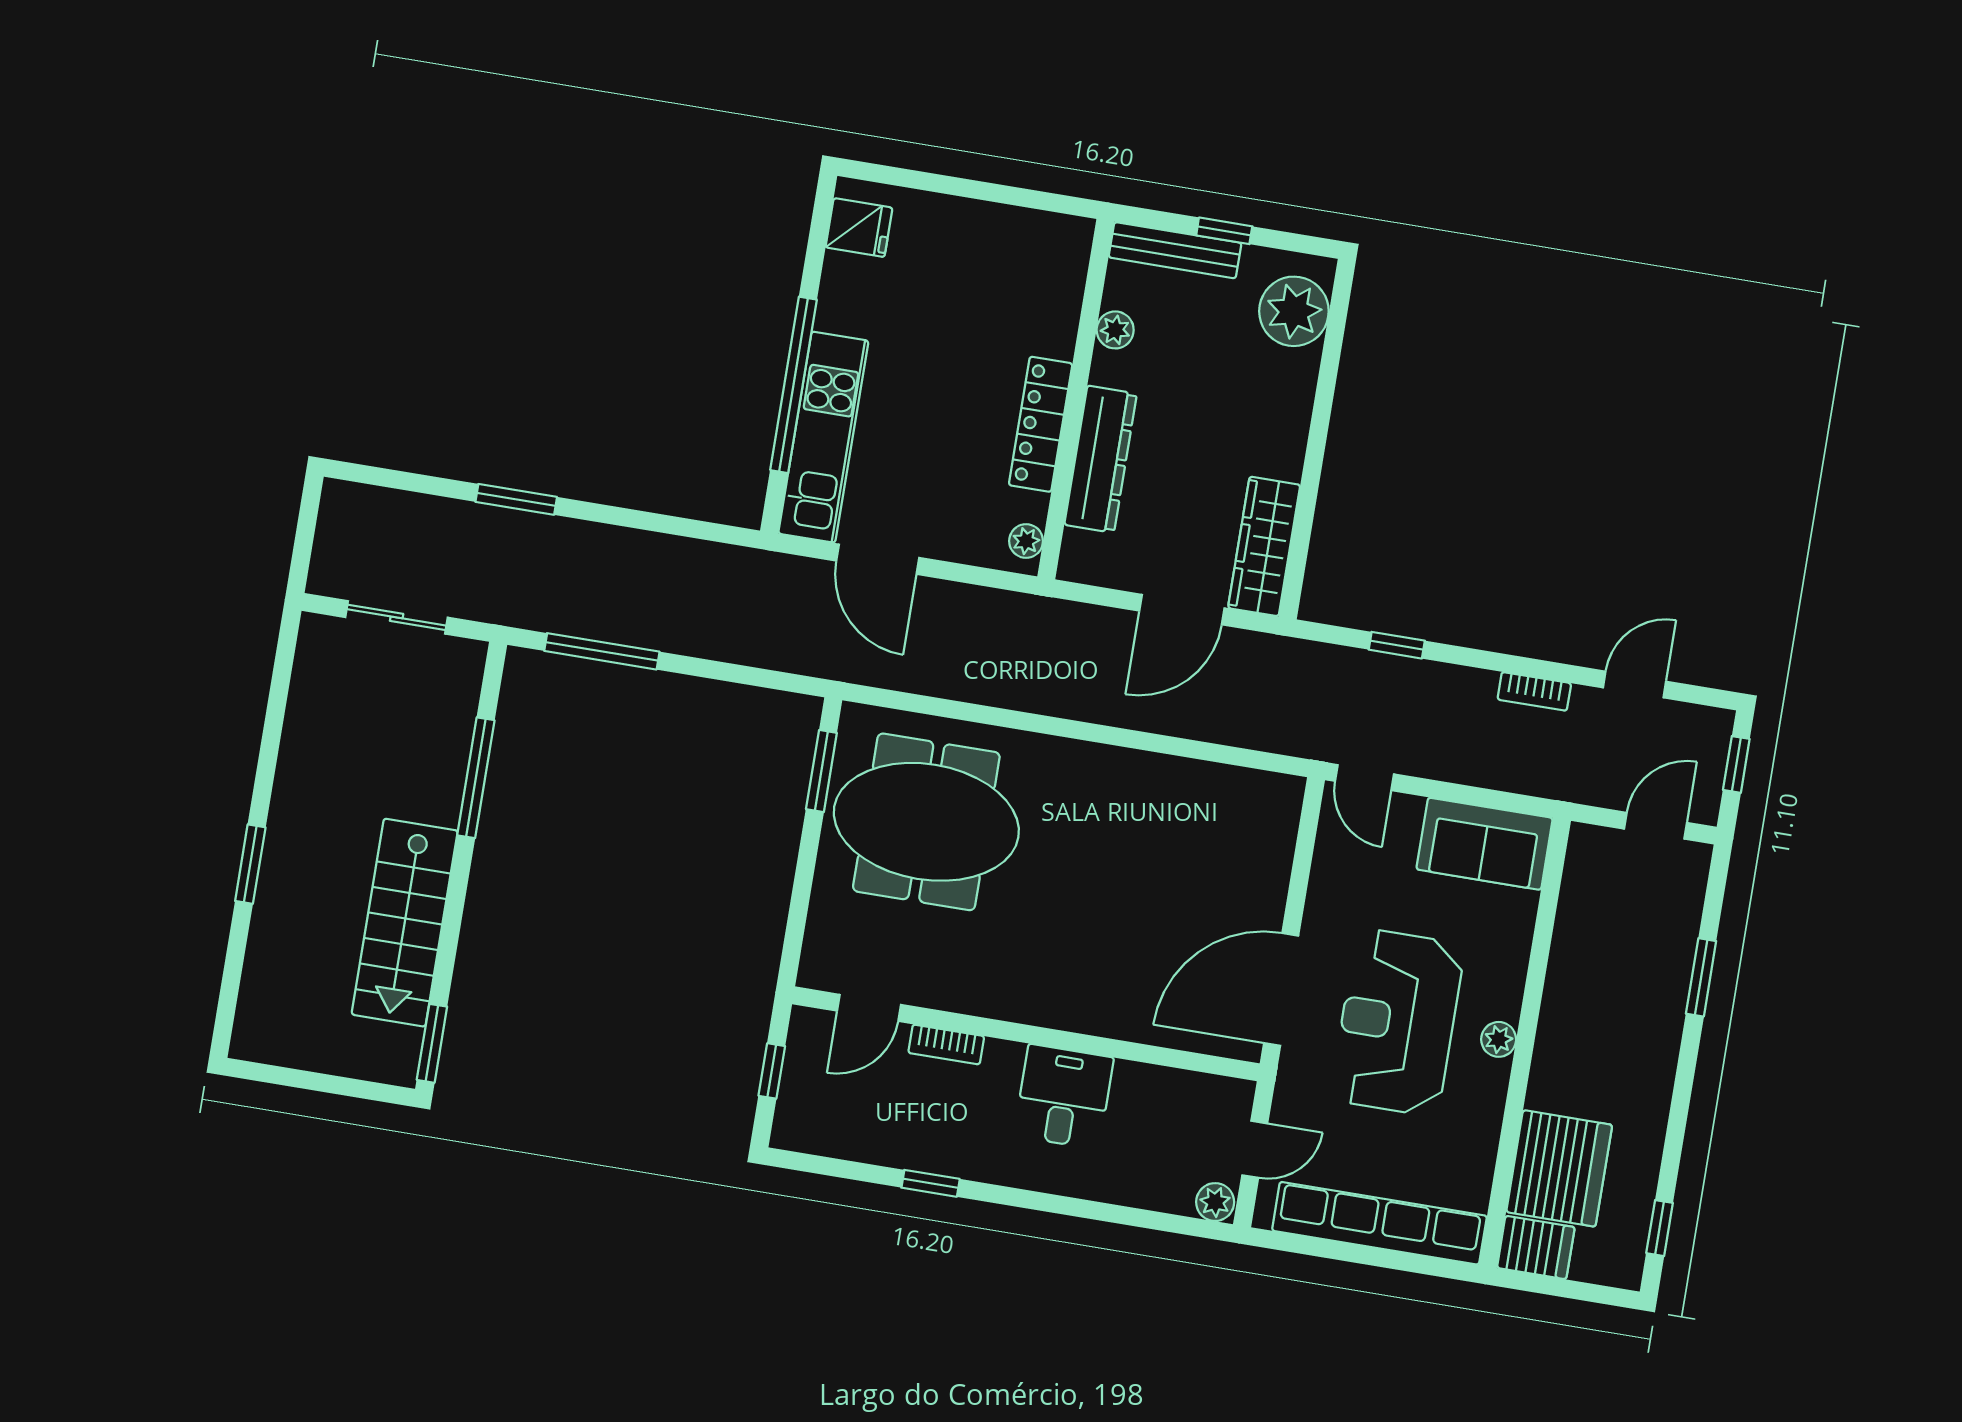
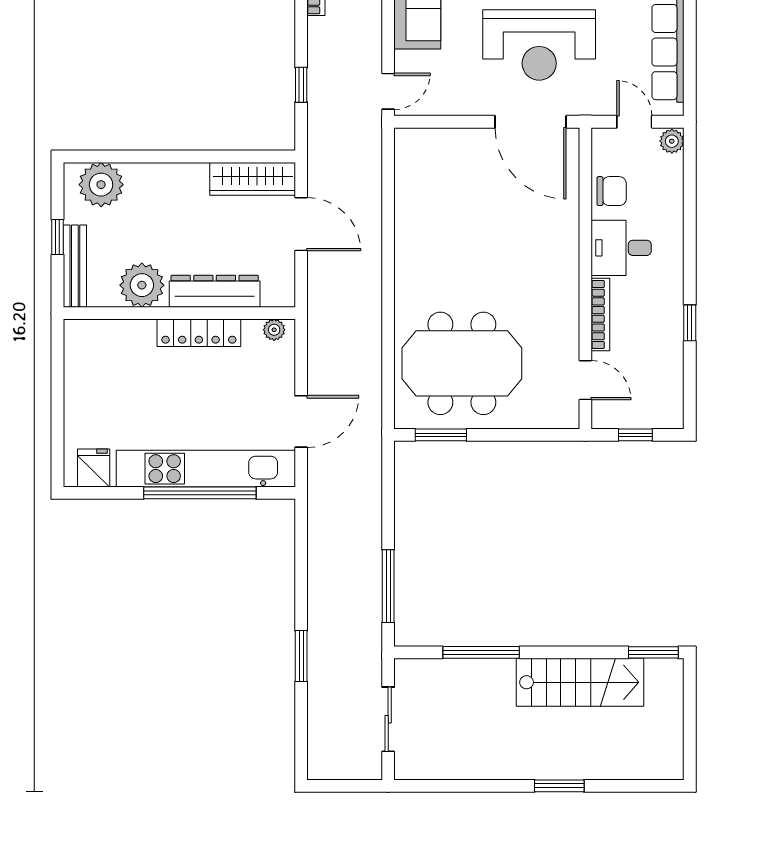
plant: (1115, 330) -> (142, 285), width x1.87, depth x1.87
kitchen unit: (823, 437) -> (206, 469), width x1.36
meeting table: (926, 822) -> (462, 363), turned 90
bookcase: (946, 1044) -> (600, 314), width x1.56
chair: (1154, 1097) -> (612, 191), added

